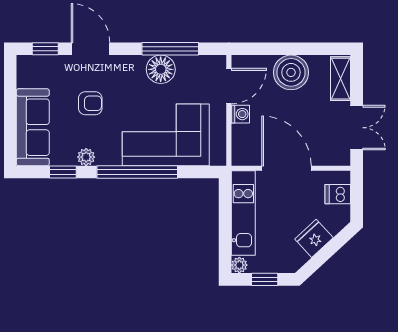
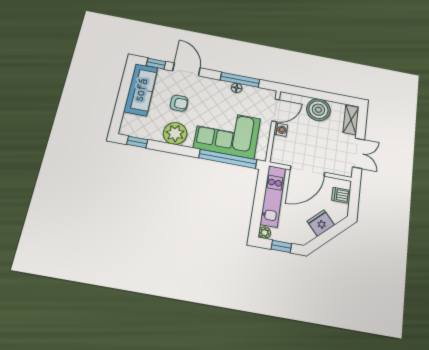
floor lamp: (161, 69) -> (237, 88), width x0.53, depth x0.53
sofa: (33, 127) -> (141, 90), moved
plant: (86, 157) -> (175, 133), width x1.87, depth x1.87
door: (287, 168) -> (307, 171), swing flipped
window: (63, 172) -> (137, 142), moved
window: (137, 172) -> (228, 159), moved

